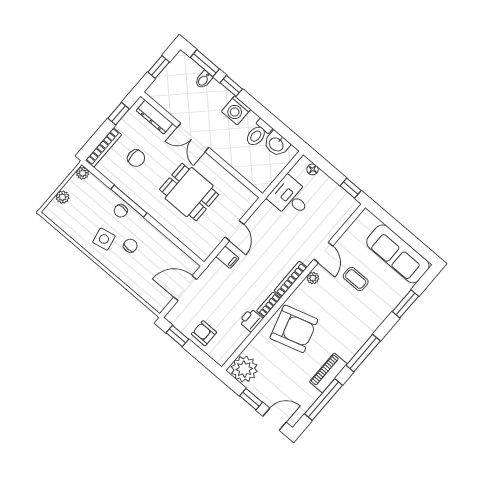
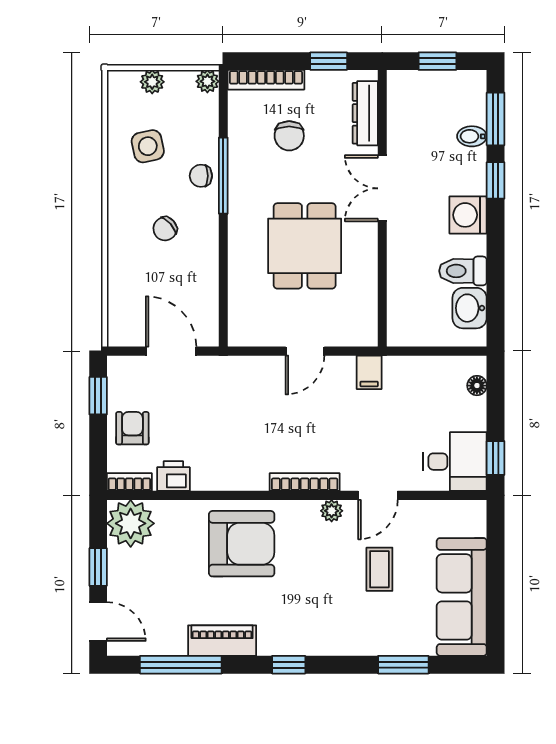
desk: (290, 197) -> (455, 462), moved, turned 90
side table: (104, 239) -> (148, 146), moved
chair: (130, 246) -> (165, 229), turned 138
filing cabinet: (227, 257) -> (369, 372), moved
bookcase: (269, 305) -> (129, 482), moved
printer: (251, 320) -> (173, 476), moved
armchair: (294, 329) -> (242, 544), turned -73
window: (363, 353) -> (289, 665), width x0.46

